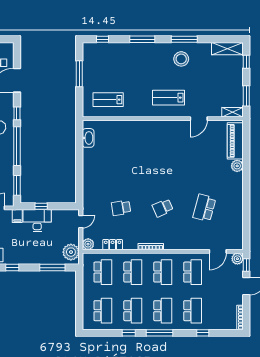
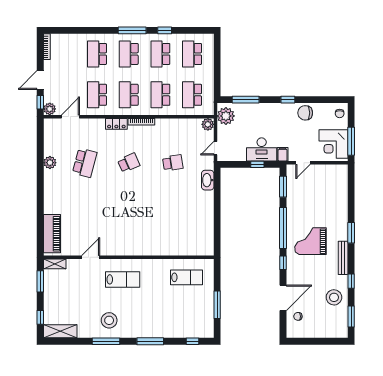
washbasin: (88, 138) -> (208, 180), moved
plant: (237, 166) -> (50, 163), moved
locker: (113, 245) -> (116, 124), moved
window: (203, 333) -> (86, 30), removed

